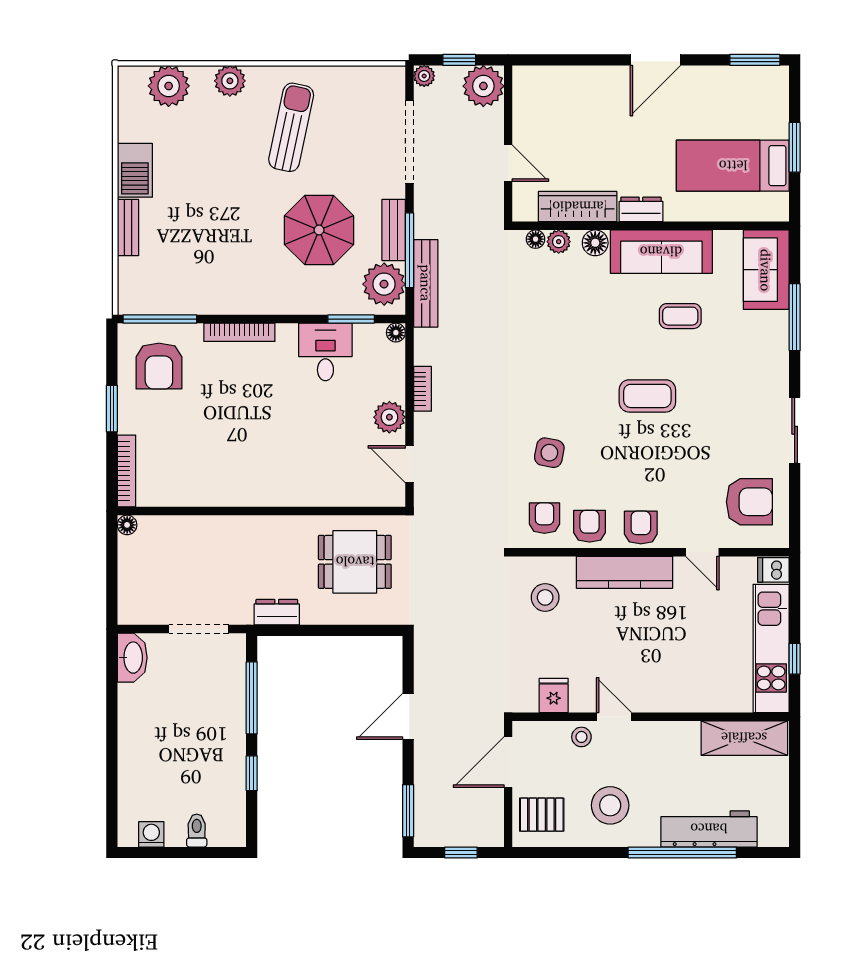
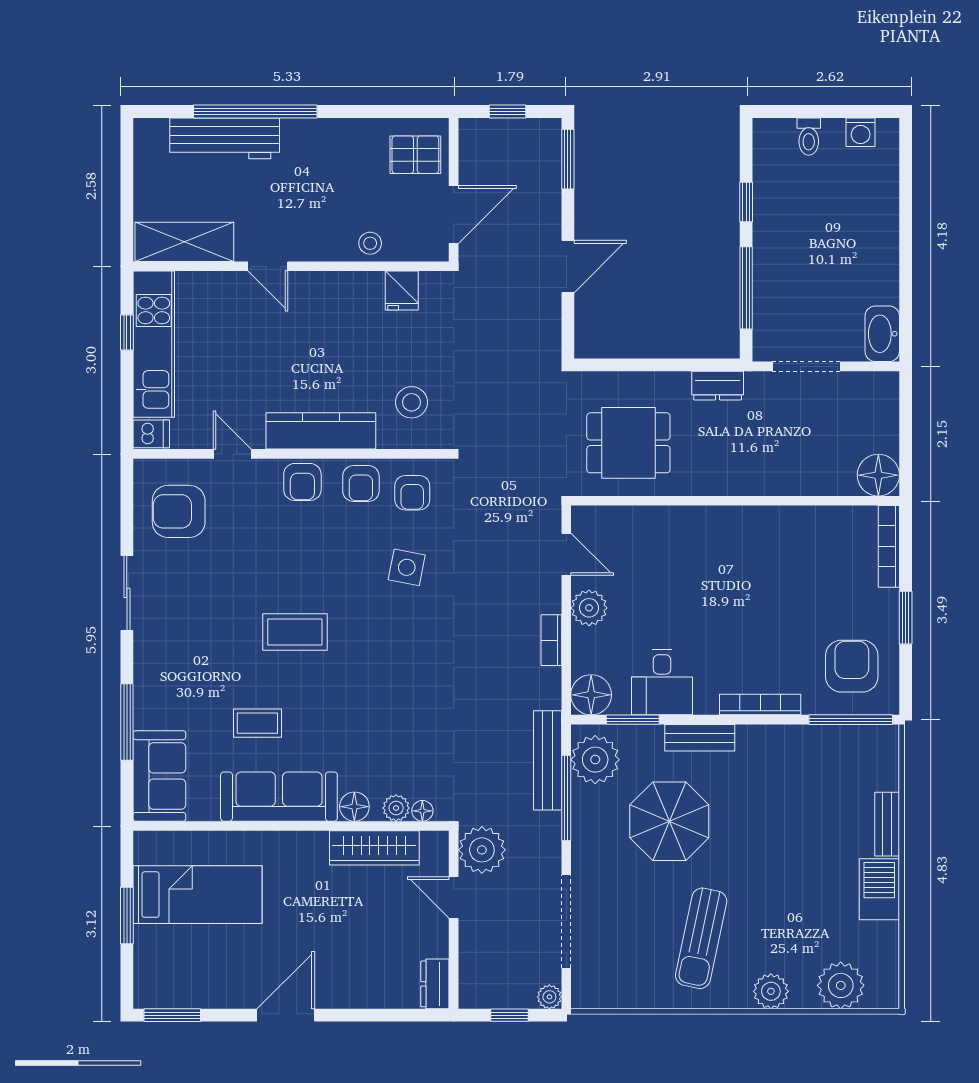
plant: (483, 86) -> (482, 850), moved
dresser: (641, 209) -> (435, 984), moved, turned 90
bench: (394, 230) -> (700, 738), moved, turned 90
floor lamp: (396, 333) -> (591, 695), width x1.89, depth x1.89
floor lamp: (127, 525) -> (878, 475), width x1.89, depth x1.89
door: (614, 717) -> (268, 266), moved
stool: (610, 805) -> (337, 165), removed

